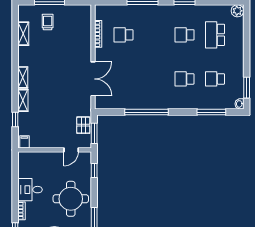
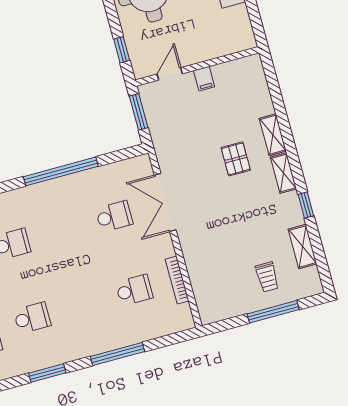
school desk: (123, 79) -> (114, 216), added
window: (15, 120) -> (306, 205), moved
pallet: (83, 125) -> (236, 159), moved
filing cabinet: (24, 142) -> (204, 79), moved

